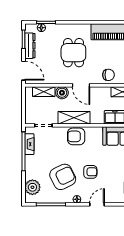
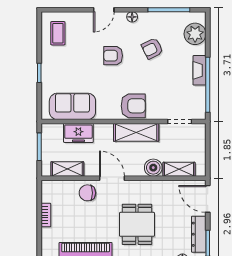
door: (81, 85) -> (112, 178), moved
fireplace: (29, 144) -> (200, 70), moved
armchair: (63, 177) -> (152, 49), width x0.53, depth x0.53

